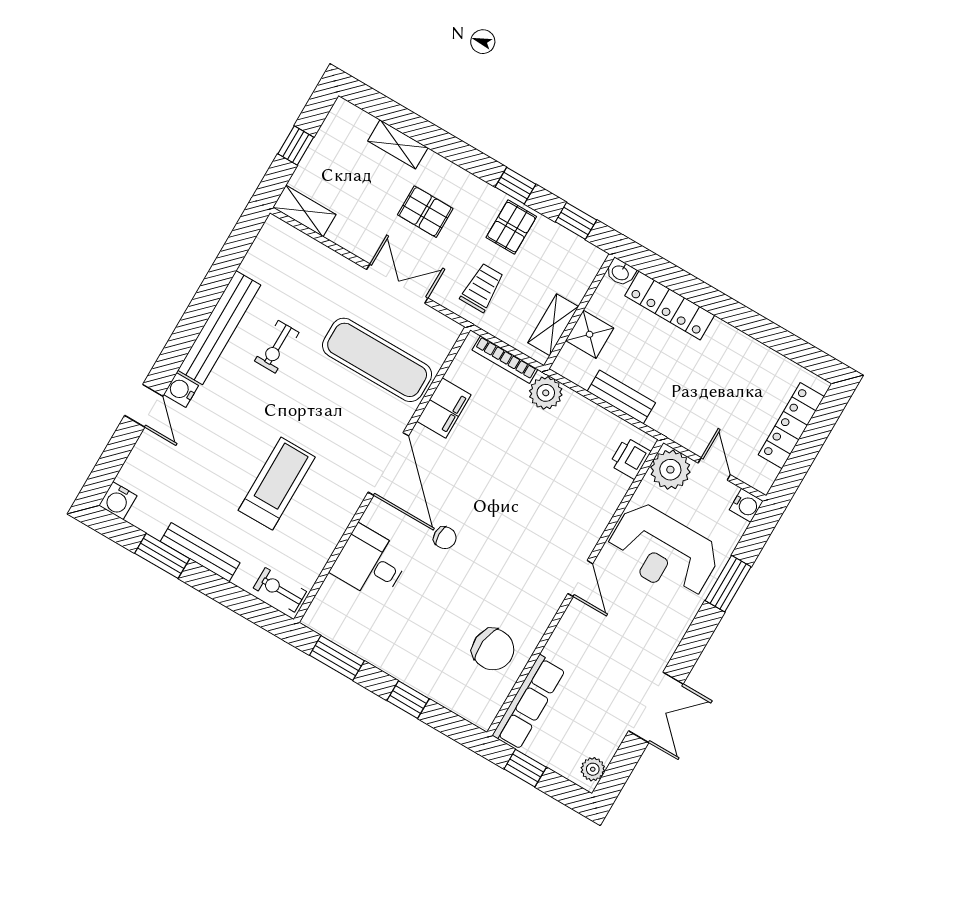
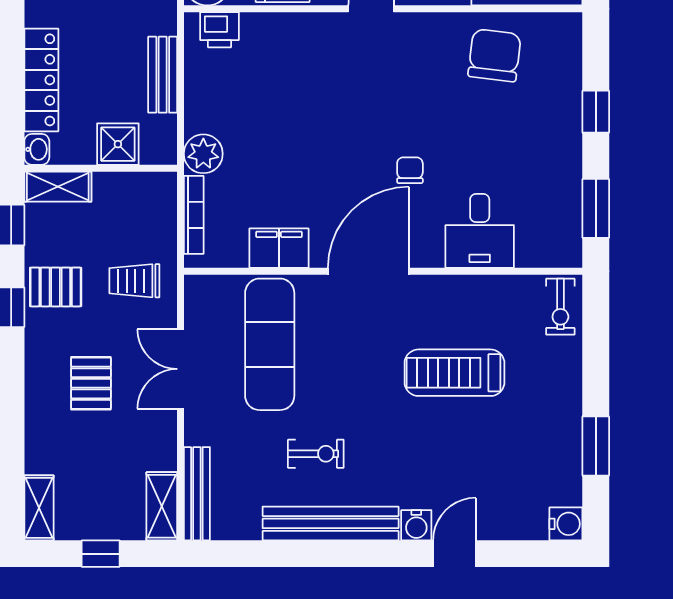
shelving: (398, 144) -> (39, 508), moved
shelving: (553, 325) -> (58, 187), moved
bench: (200, 552) -> (197, 494), moved

